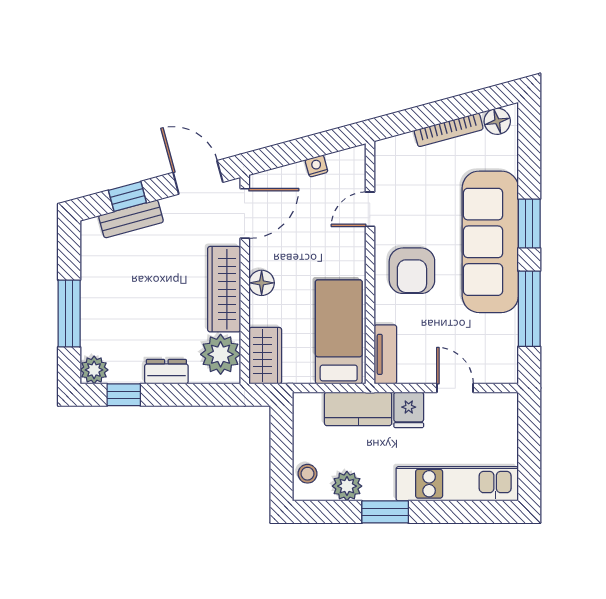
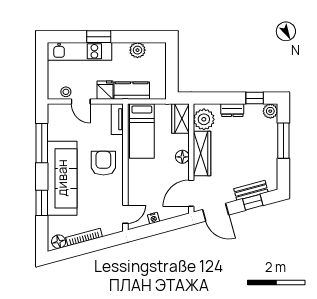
door: (370, 209) -> (125, 214), moved
window: (529, 223) -> (42, 203), moved
stool: (307, 474) -> (66, 92), moved
window: (385, 512) -> (99, 37), moved

